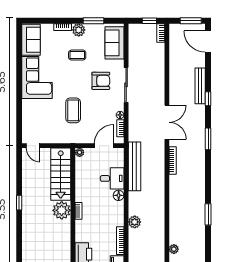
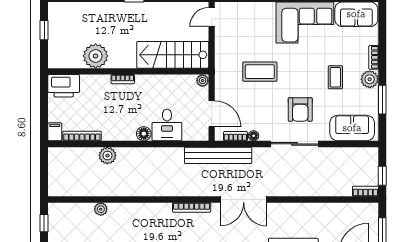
bench: (134, 166) -> (218, 155), moved
plant: (62, 210) -> (96, 56), moved
plant: (174, 249) -> (101, 209), moved

